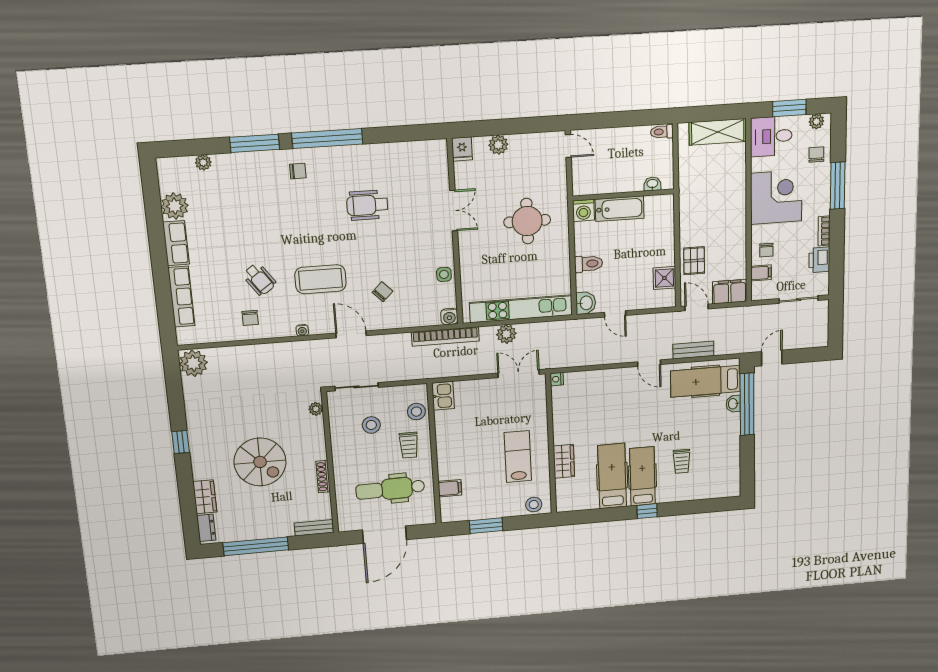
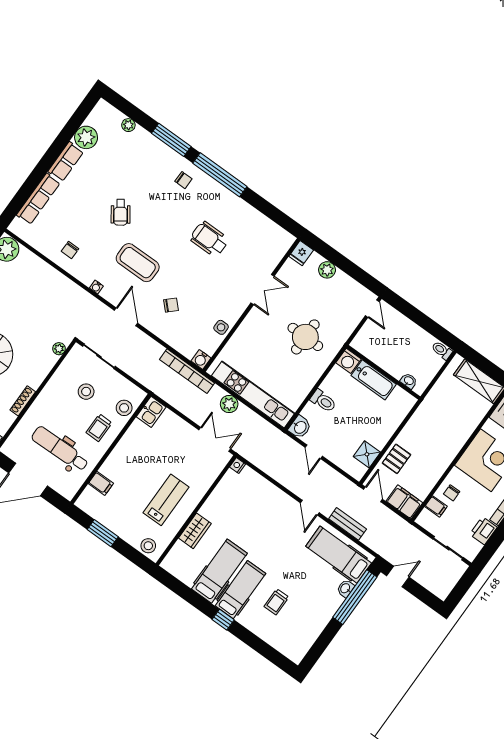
wheelchair: (259, 279) -> (121, 212), moved

